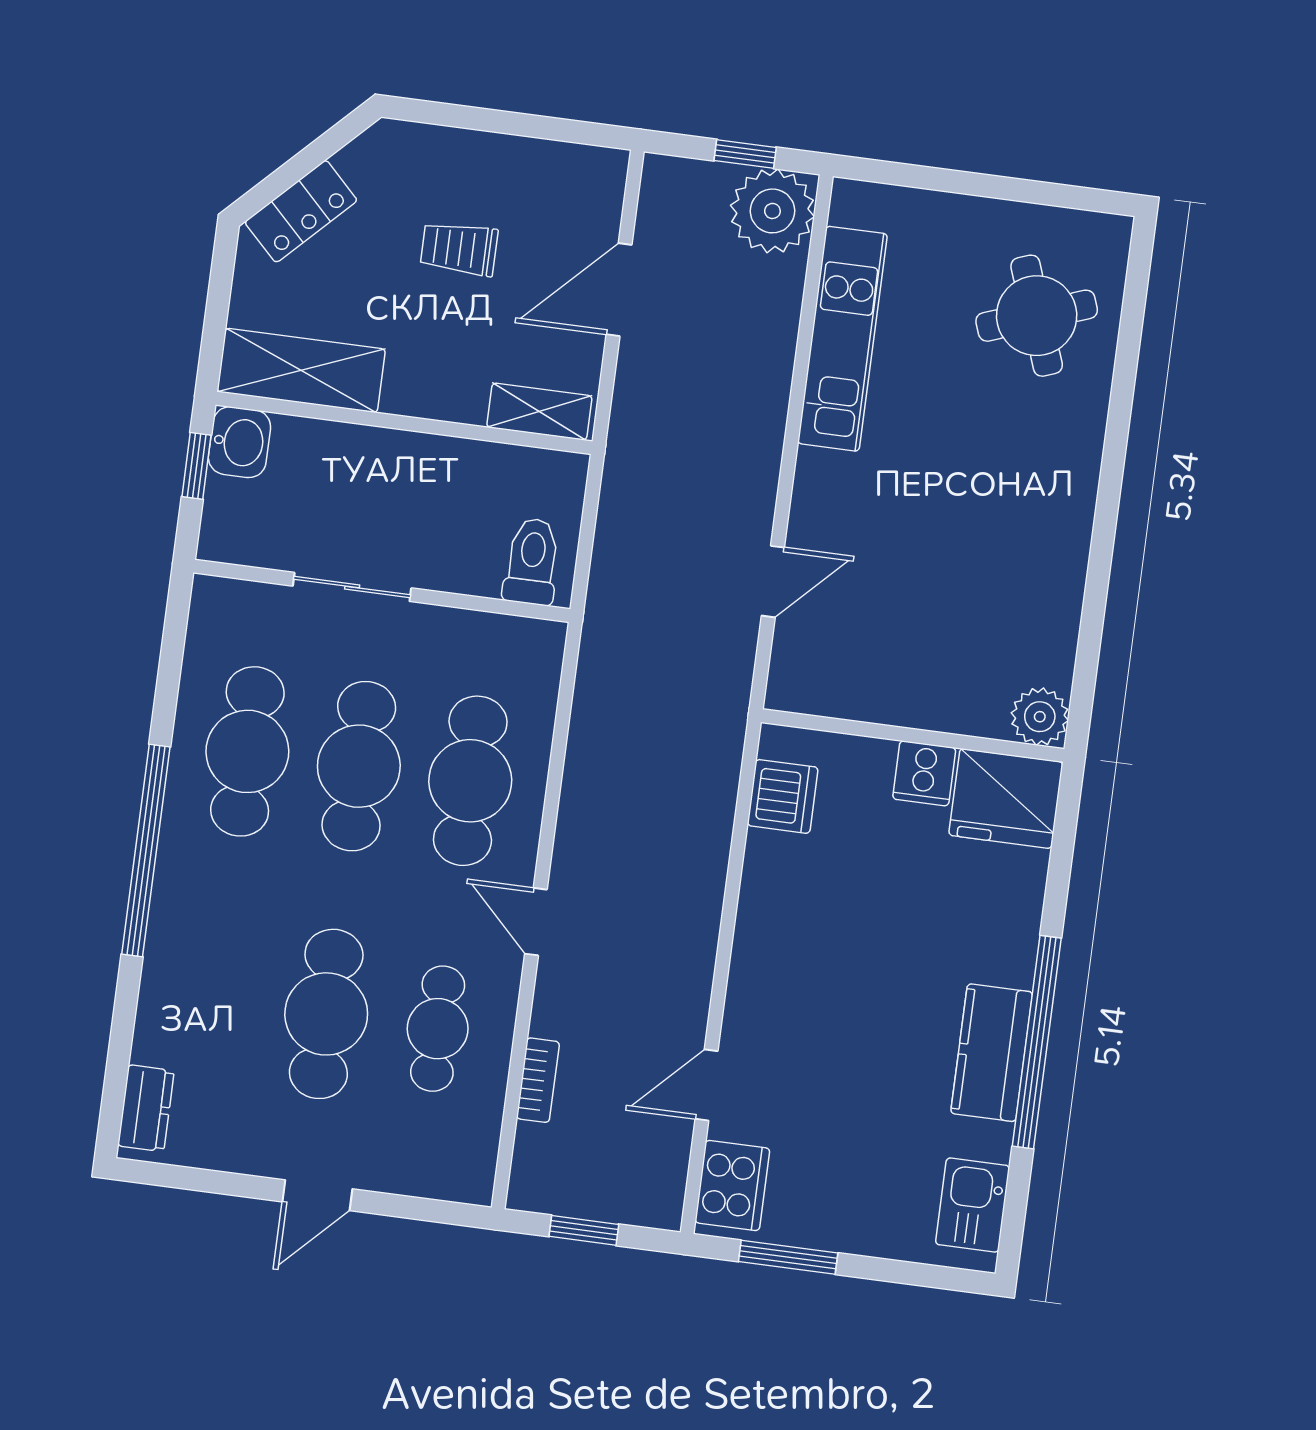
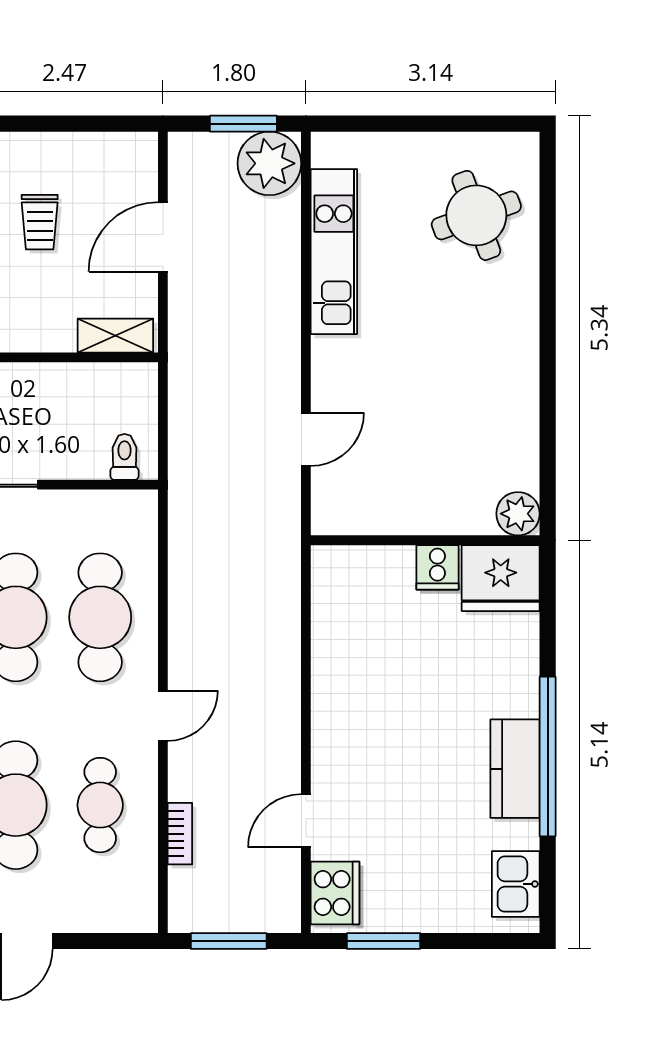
window: (745, 154) -> (243, 124), width x1.50
trolley: (459, 249) -> (40, 222), turned -90
toilet: (532, 561) -> (124, 457), width x0.73, depth x0.72
dishwasher: (783, 796) -> (334, 598), removed
door: (536, 922) -> (163, 716), swing flipped
window: (584, 1230) -> (229, 941), width x1.50

